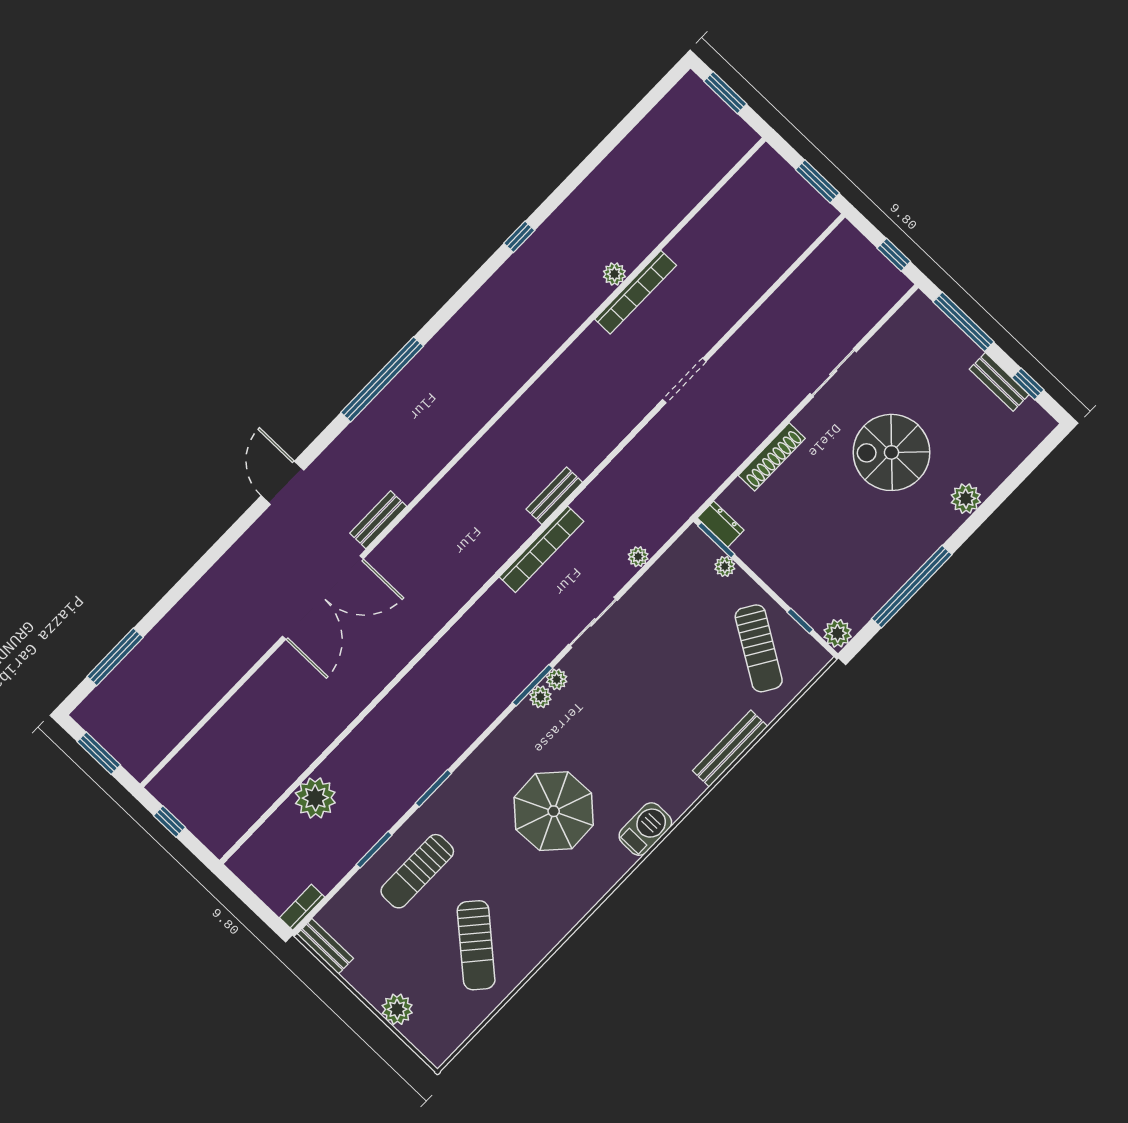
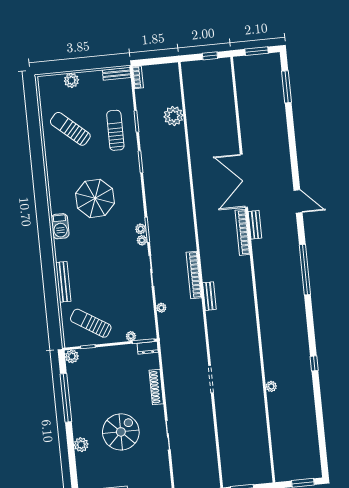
bookcase: (636, 292) -> (242, 232), moved

